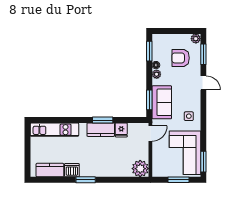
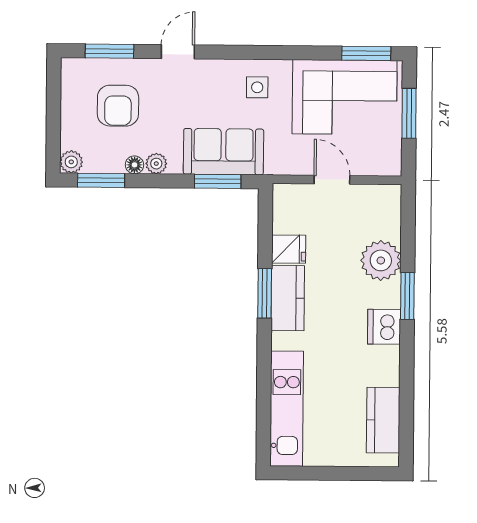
plant: (196, 39) -> (71, 162), moved
door: (150, 133) -> (332, 180), moved
plant: (140, 169) -> (381, 260), moved
dishwasher: (72, 170) -> (384, 327), moved
window: (86, 180) -> (407, 296), moved

